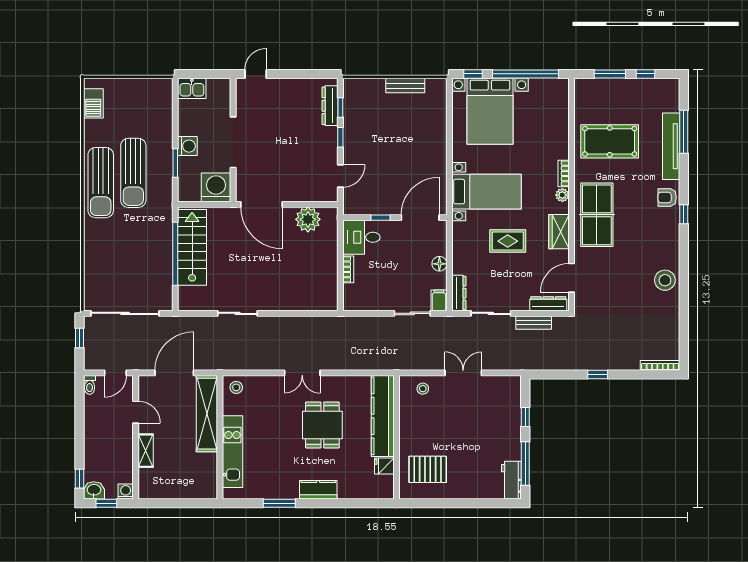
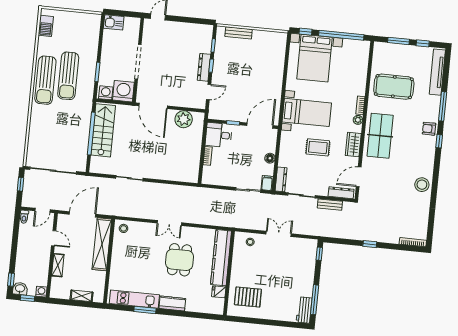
bench: (405, 86) -> (239, 33), moved
dresser: (330, 106) -> (204, 67), moved
window: (684, 132) -> (443, 106), moved
washing machine: (187, 146) -> (106, 93), moved, turned -90
tv unit: (671, 146) -> (437, 72), moved
window: (525, 417) -> (319, 254), moved
kitchen unit: (232, 452) -> (134, 299), moved, turned -90
shelving: (185, 492) -> (82, 296), added

